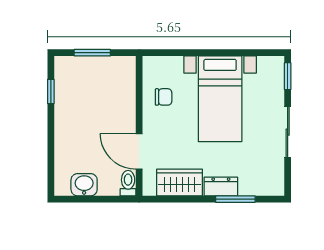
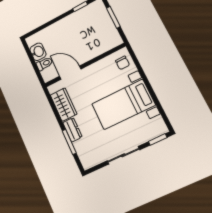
chair: (164, 97) -> (123, 63), moved
door: (139, 151) -> (70, 73), hinge flipped
toilet: (128, 183) -> (44, 64), moved

